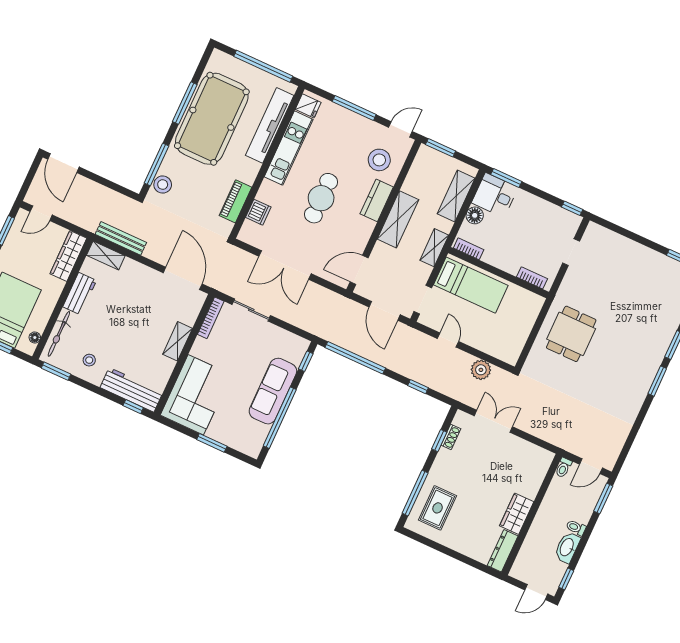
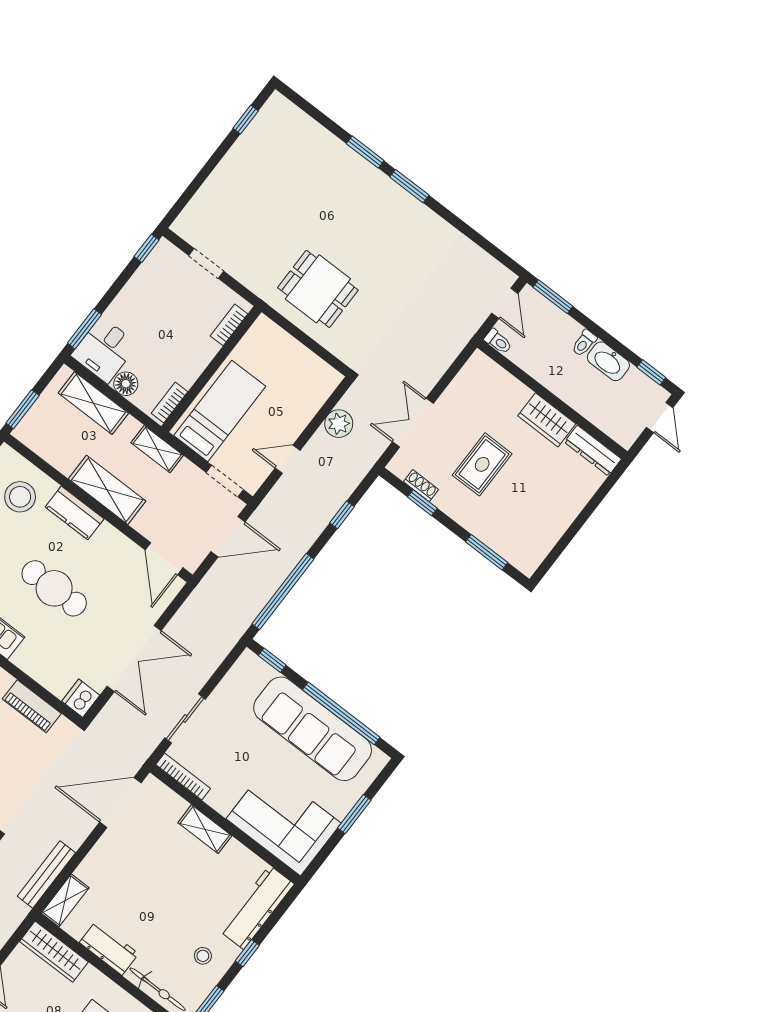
dishwasher: (258, 212) -> (81, 698), moved, turned -90
sofa: (273, 391) -> (313, 729), width x1.36, depth x1.27
window: (133, 407) -> (247, 953), moved
window: (415, 493) -> (487, 552), width x0.69
rug: (438, 508) -> (482, 464), moved, turned 90

